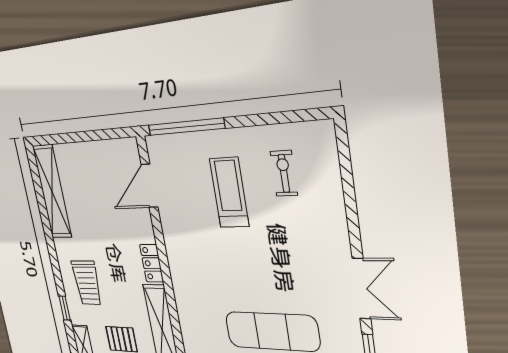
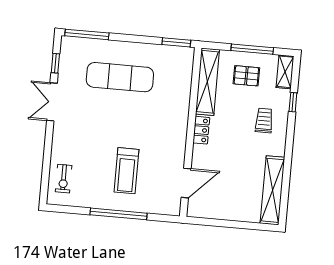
window: (186, 127) -> (118, 214), moved
exercise bike: (284, 173) -> (64, 179), moved
trolley: (87, 283) -> (264, 120), width x0.73, depth x0.72

